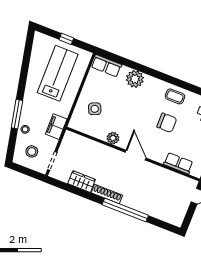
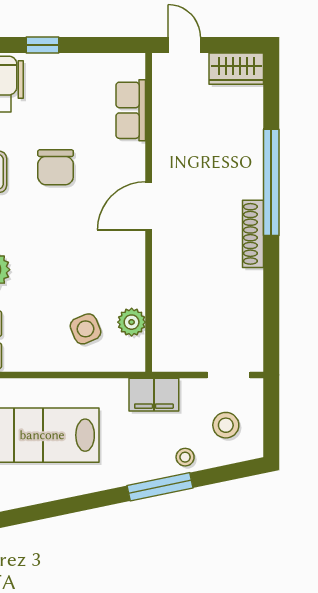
chair: (167, 123) -> (56, 167), turned 180
plant: (113, 138) -> (132, 322), moved
wardrobe: (82, 182) -> (236, 69), moved, turned -90

